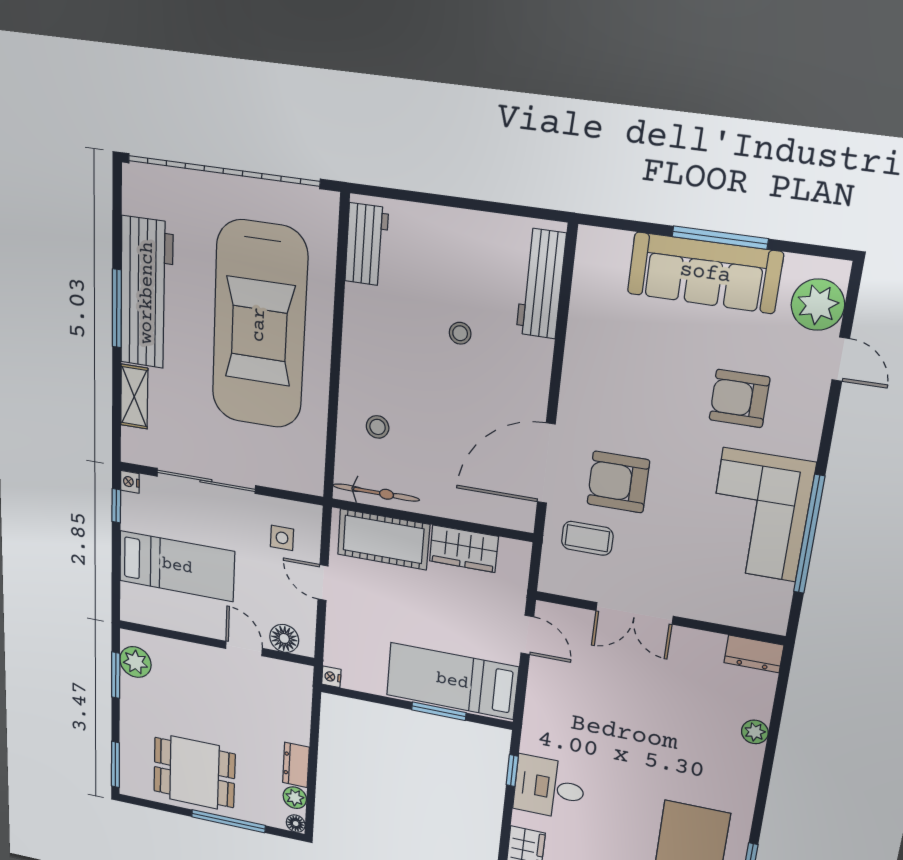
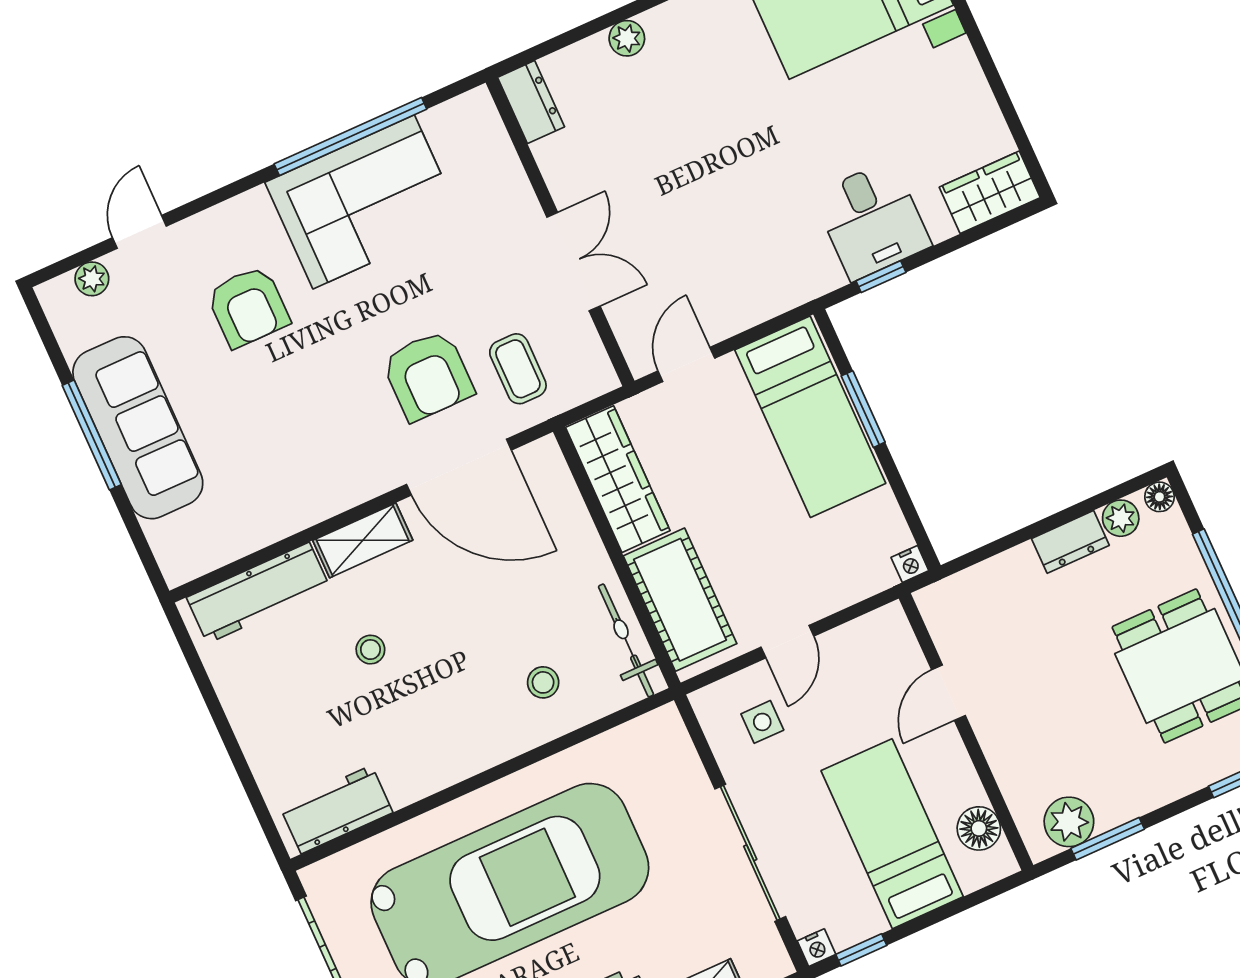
plant: (818, 305) -> (92, 279), width x0.53, depth x0.53
shelving: (535, 374) -> (363, 540), added
wardrobe: (464, 549) -> (618, 479), width x1.50
floor lamp: (284, 638) -> (979, 828), moved

